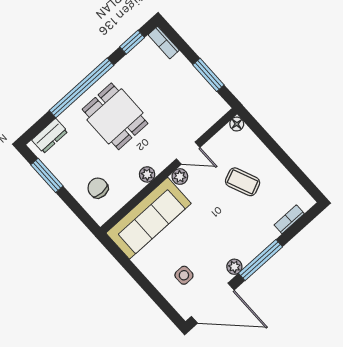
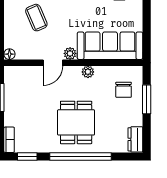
dresser: (50, 136) -> (135, 139), moved, turned -90
door: (188, 153) -> (53, 63), swing flipped
window: (47, 175) -> (147, 99), moved

